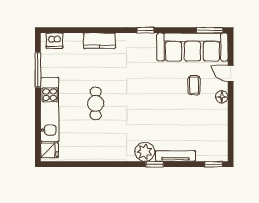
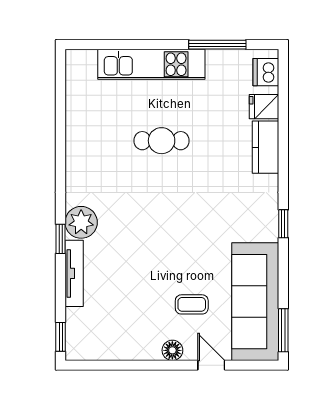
door: (231, 74) -> (211, 365), hinge flipped
fridge: (49, 150) -> (264, 107), moved, turned 90

